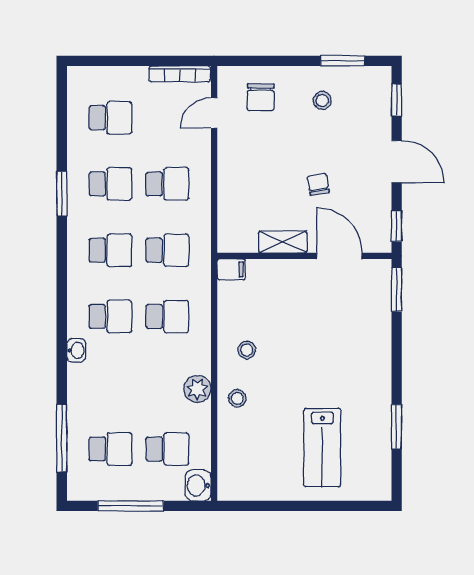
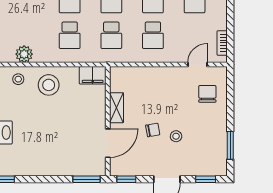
bookcase: (180, 74) -> (222, 43), width x0.64
chair: (261, 97) -> (207, 94), turned 90
stool: (322, 100) -> (176, 136), moved
door: (214, 113) -> (197, 65), hinge flipped
filing cabinet: (231, 269) -> (93, 75), width x2.00
stool: (247, 350) -> (49, 85), width x1.89, depth x1.89

